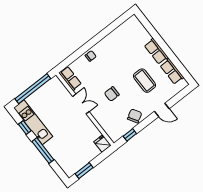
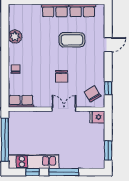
plant: (114, 37) -> (15, 36), added
double door: (81, 104) -> (64, 109), moved
chair: (135, 116) -> (93, 94), moved

